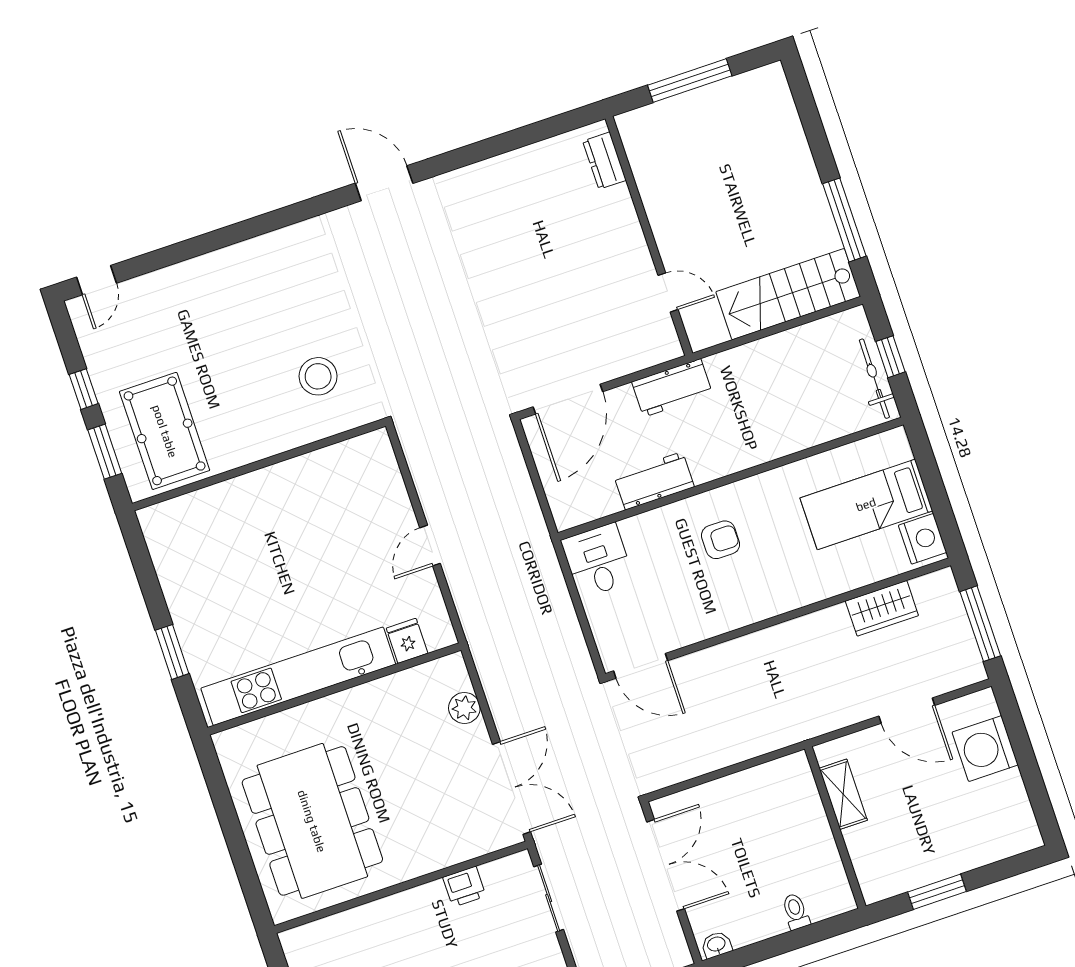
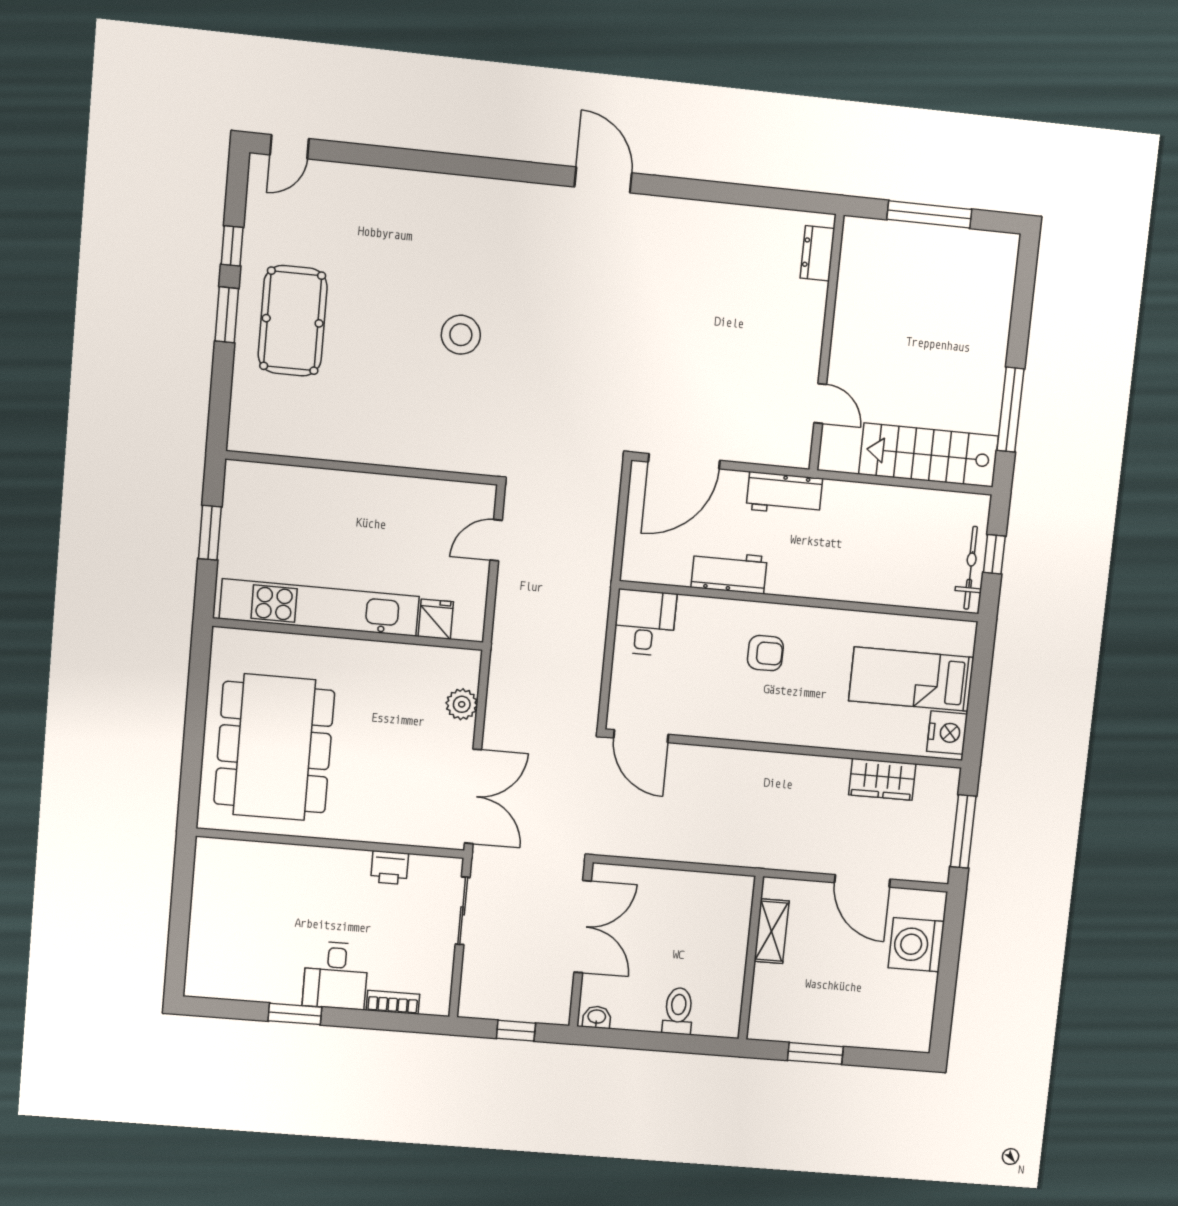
wall: (259, 465) -> (362, 468), moved
toilet: (796, 912) -> (678, 1011), width x1.37, depth x1.39

